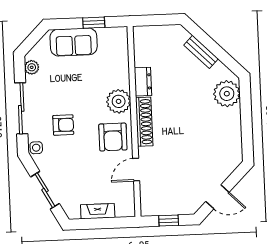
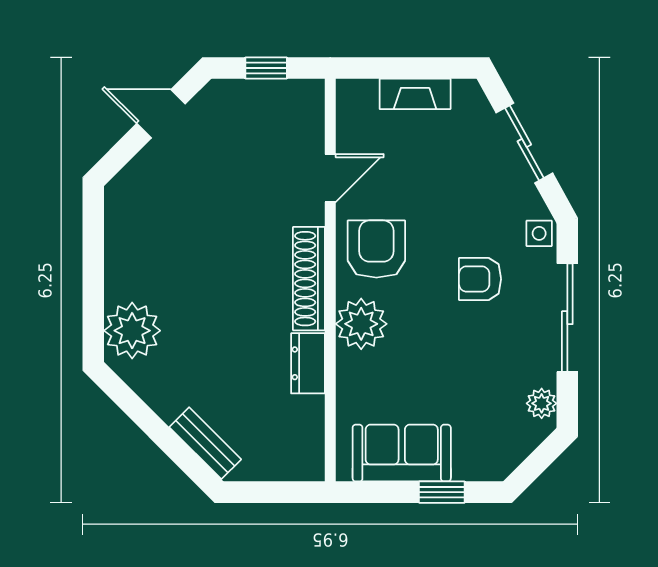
window: (94, 23) -> (442, 492), moved
sofa: (74, 42) -> (402, 453), moved
bench: (201, 52) -> (205, 443), moved

